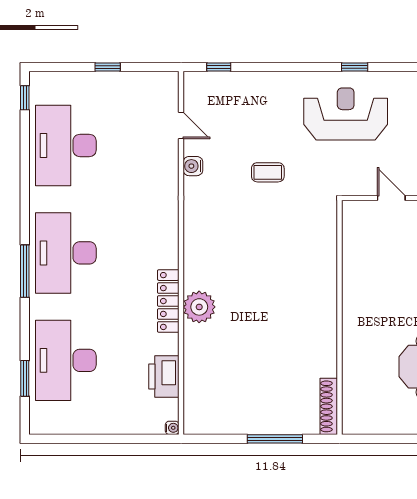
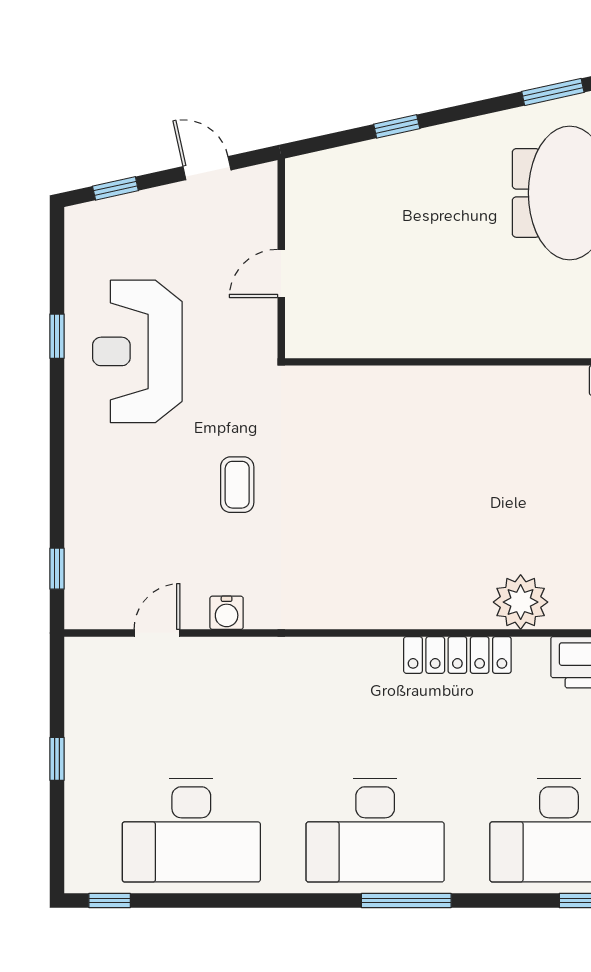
plant: (199, 307) -> (521, 602), moved

